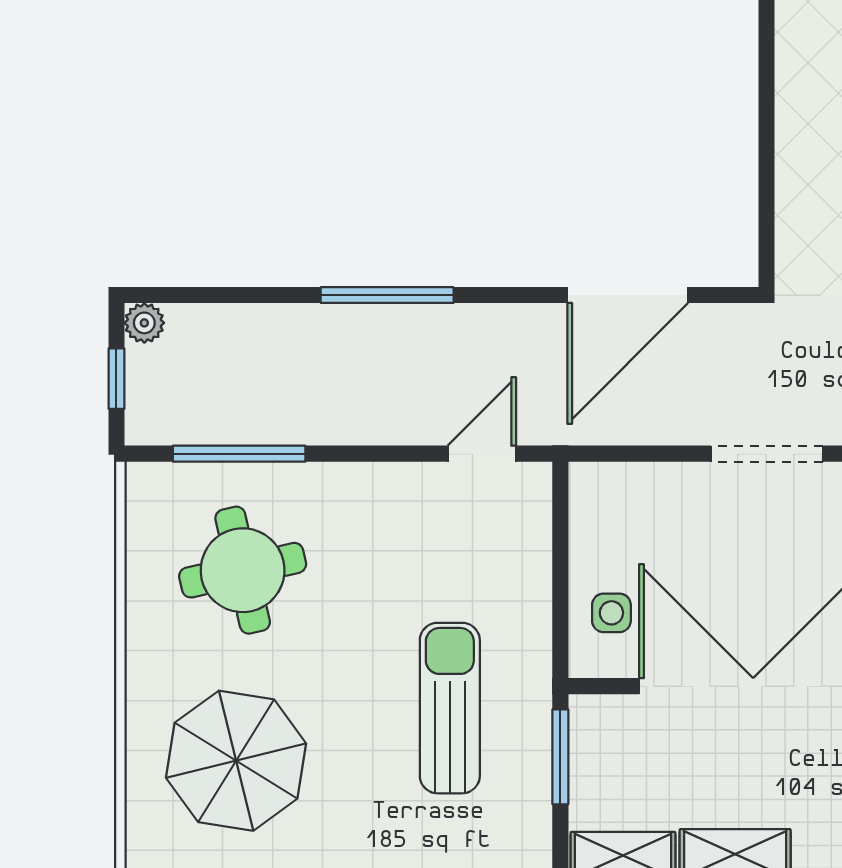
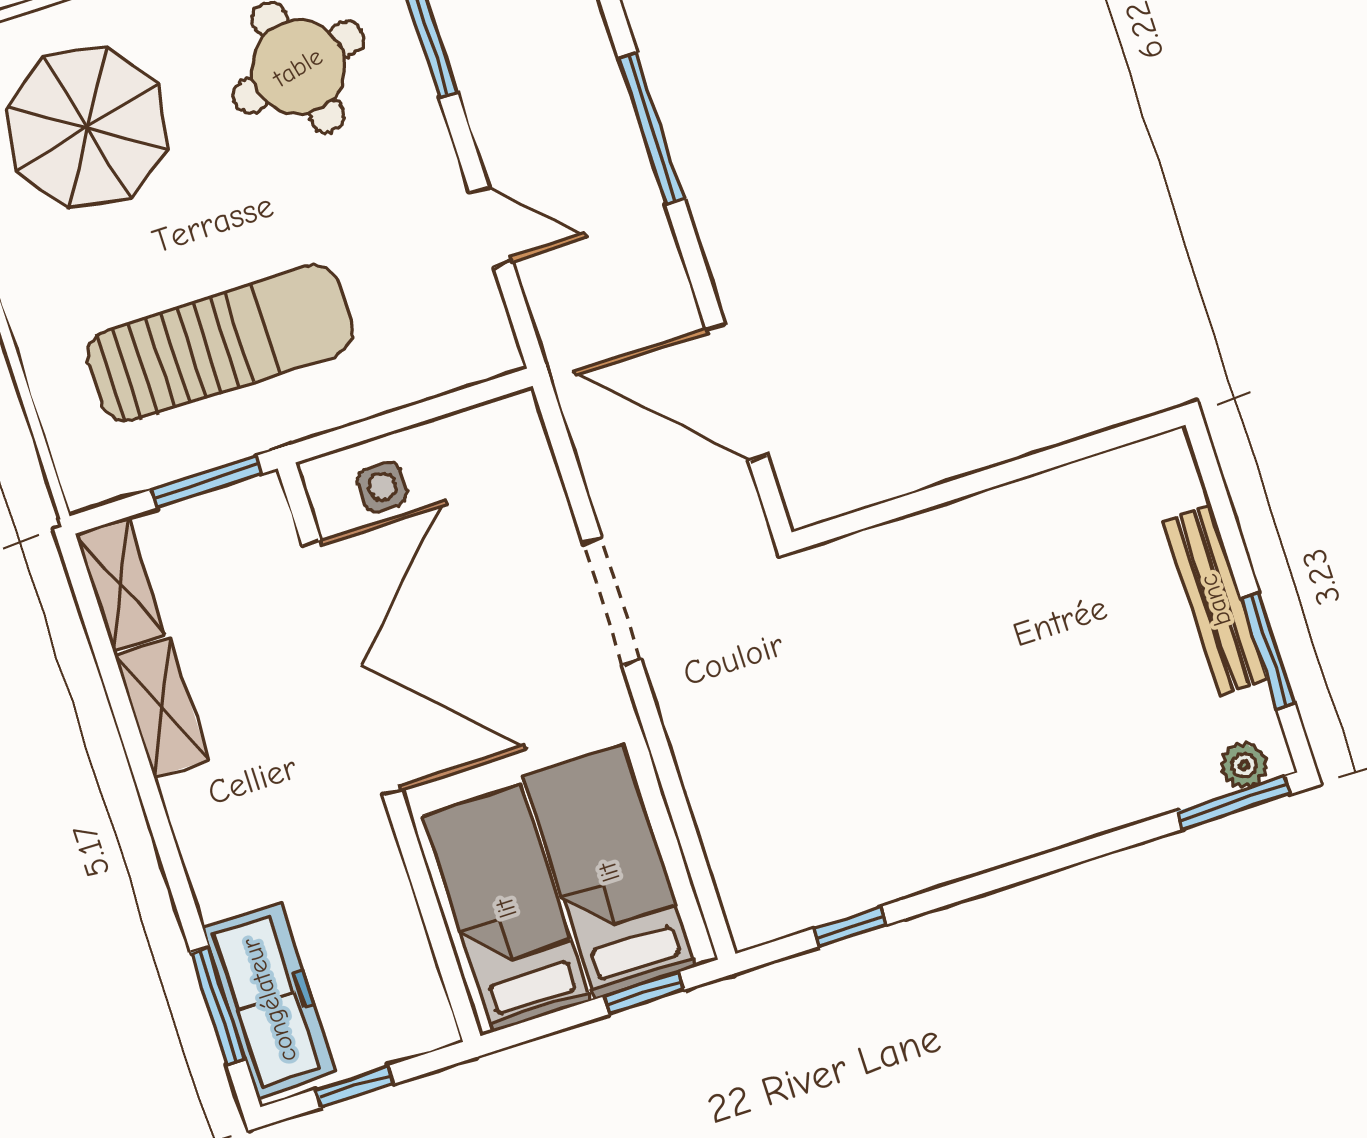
door: (482, 454) -> (491, 227), moved
sun lounger: (450, 708) -> (221, 343), width x1.36, depth x1.34

